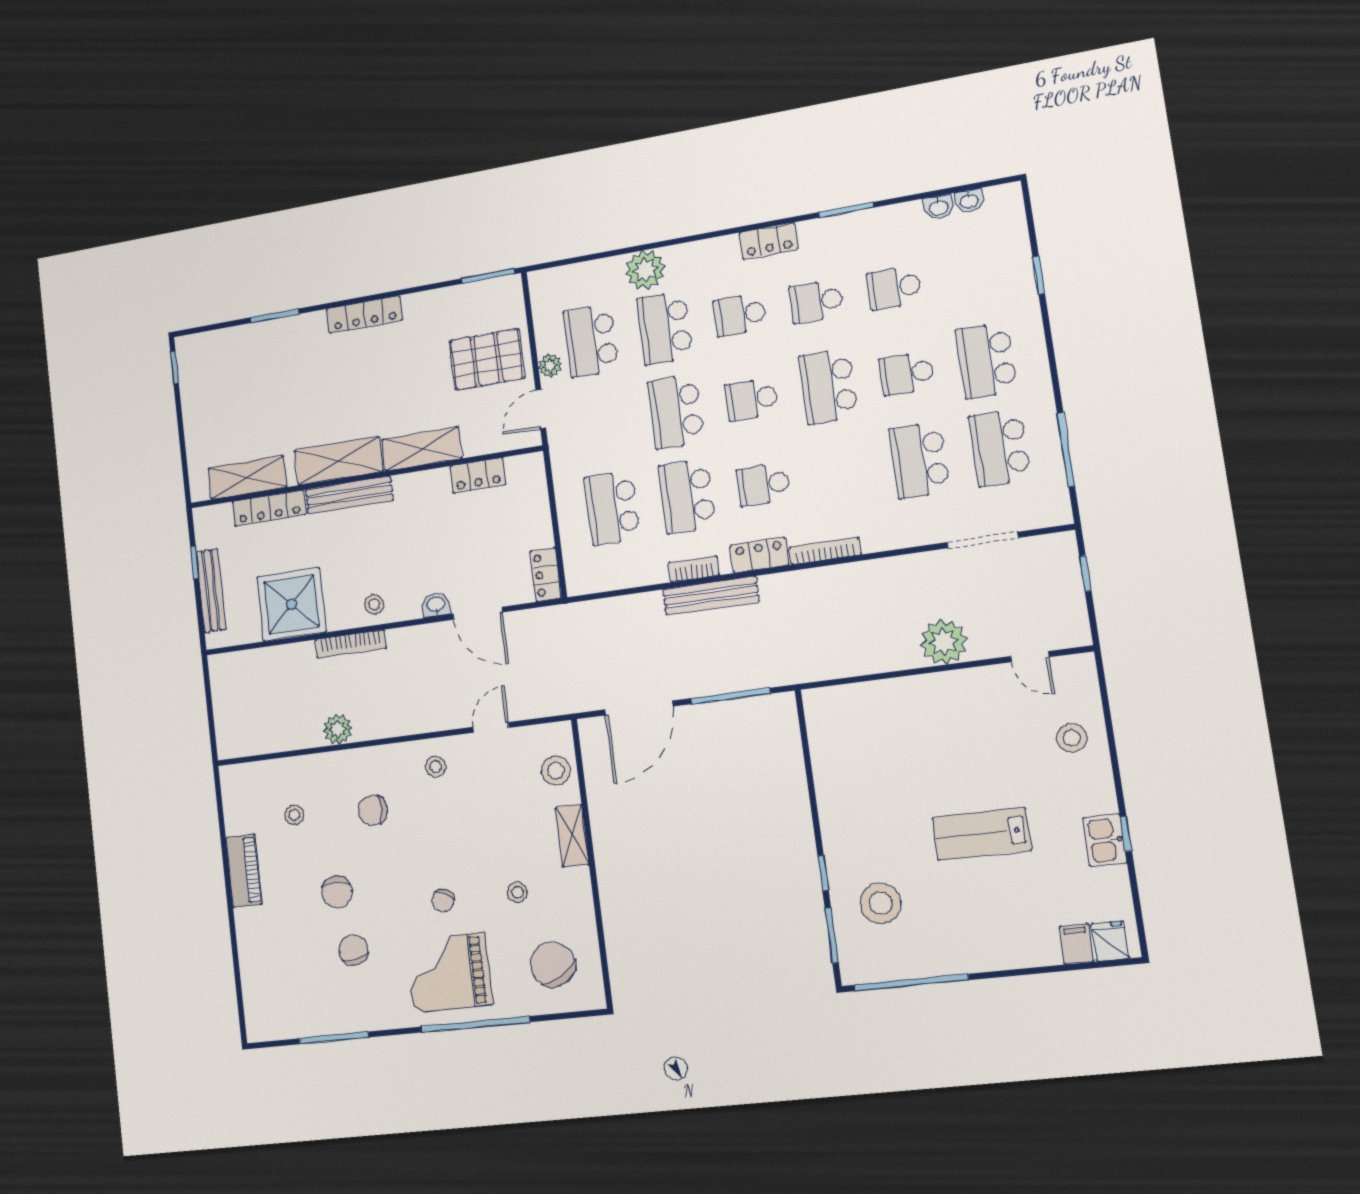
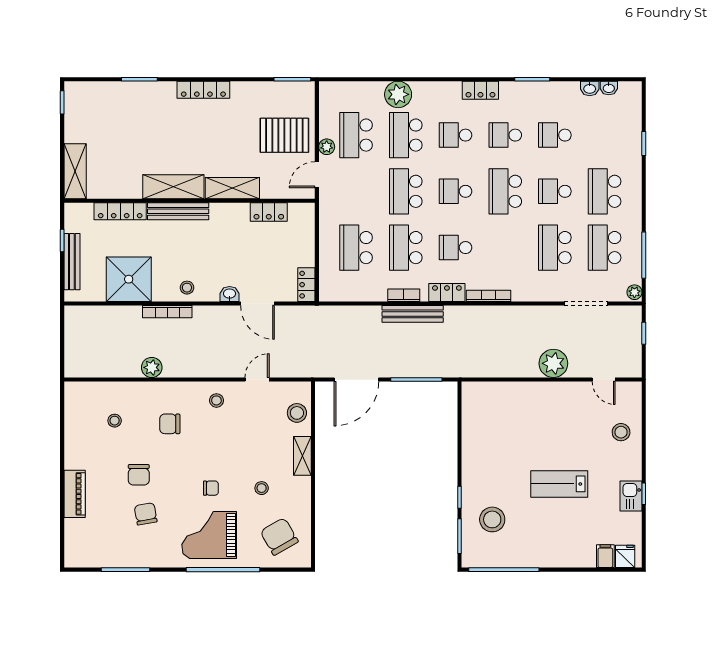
shelving: (247, 477) -> (75, 171), moved, turned 90
plant: (1060, 511) -> (634, 292), added
piano: (244, 871) -> (75, 494), moved
chair: (443, 900) -> (211, 488), turned -115

